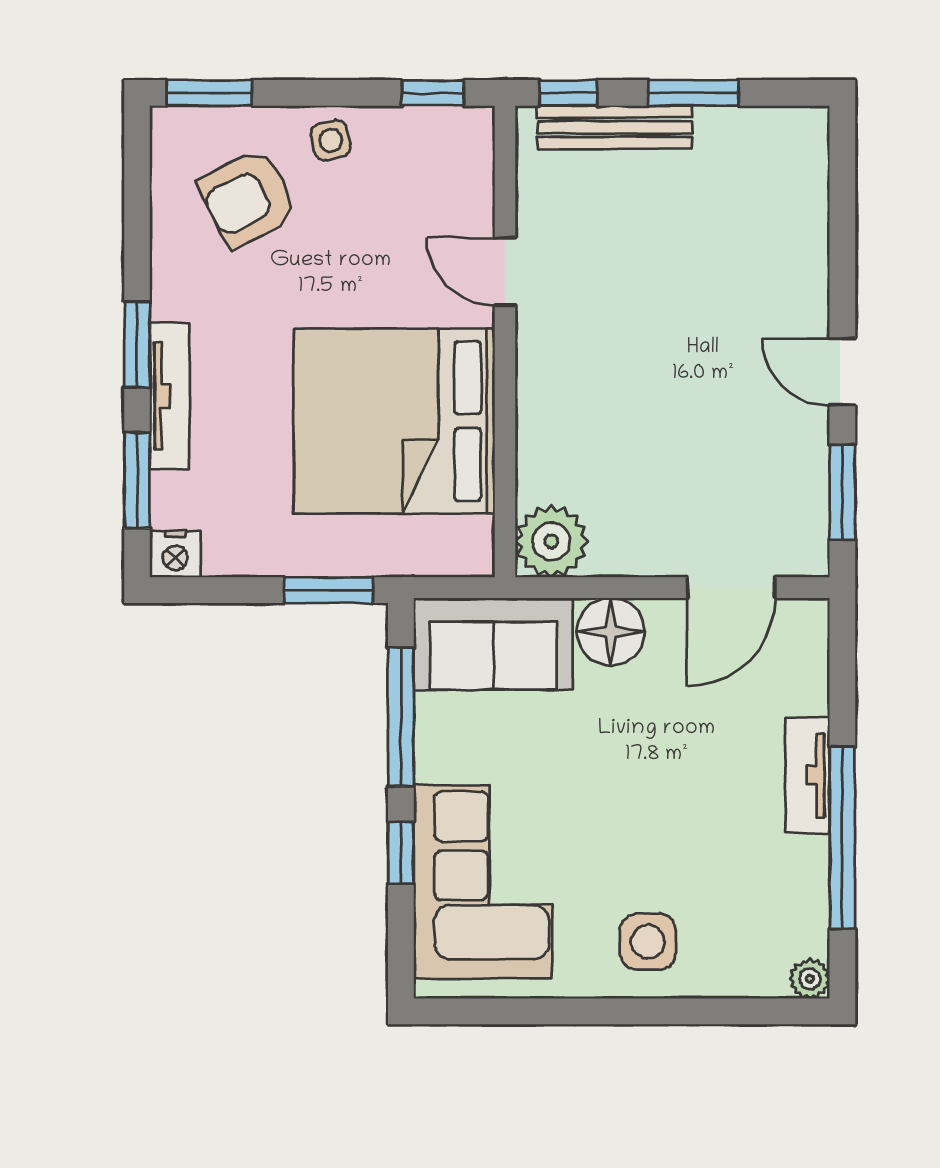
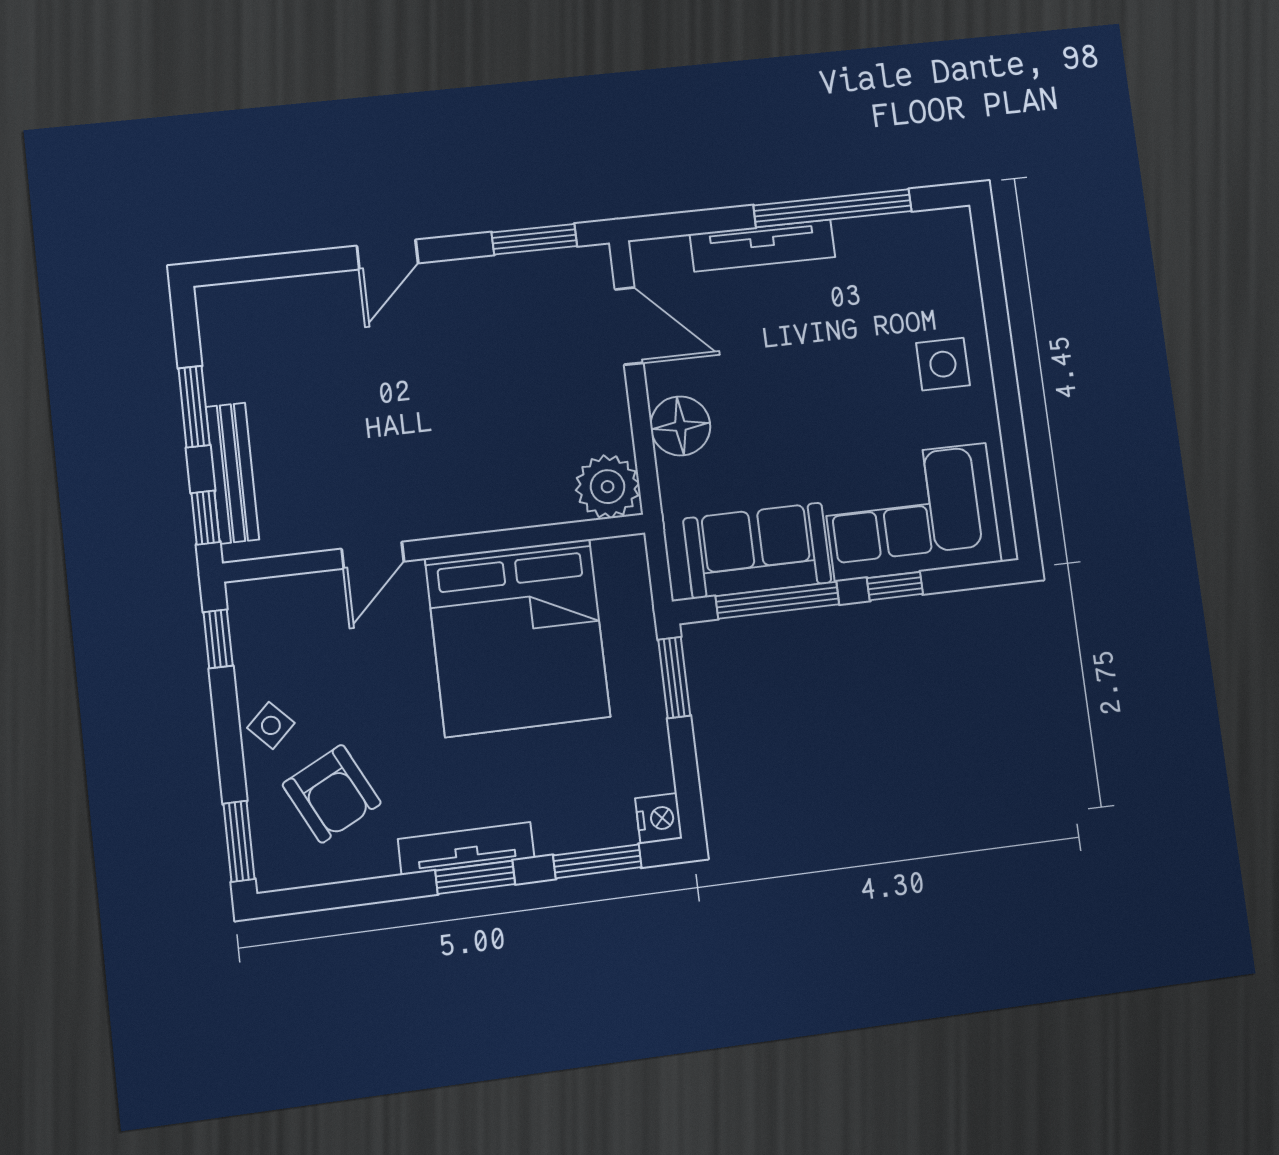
side table: (331, 140) -> (271, 725), turned -32
door: (842, 372) -> (387, 255), moved
tv unit: (170, 396) -> (466, 848), moved
sofa: (493, 644) -> (757, 551), moved, turned -90
tv unit: (807, 775) -> (763, 246), width x1.41
plant: (810, 979) -> (956, 223), removed

